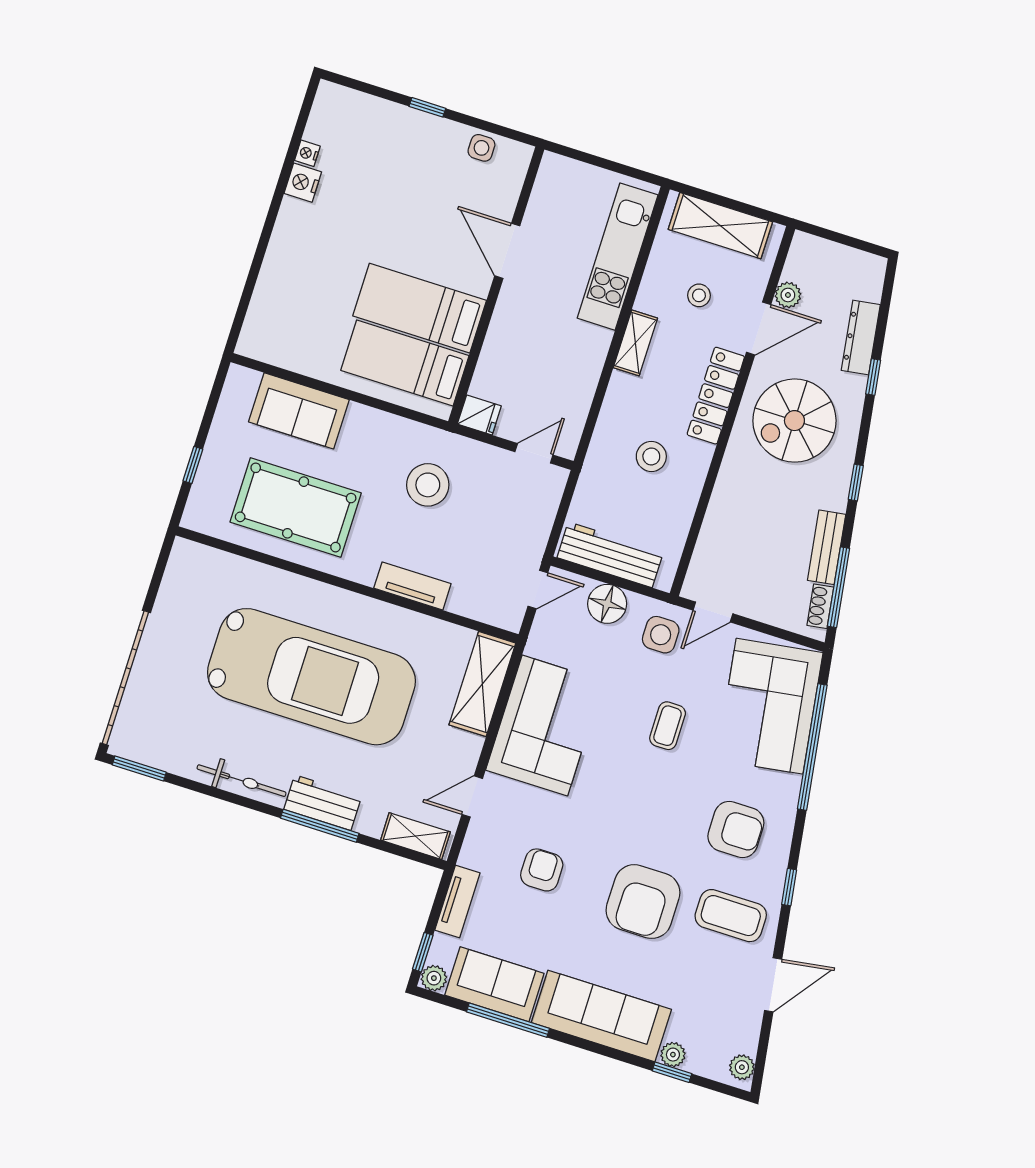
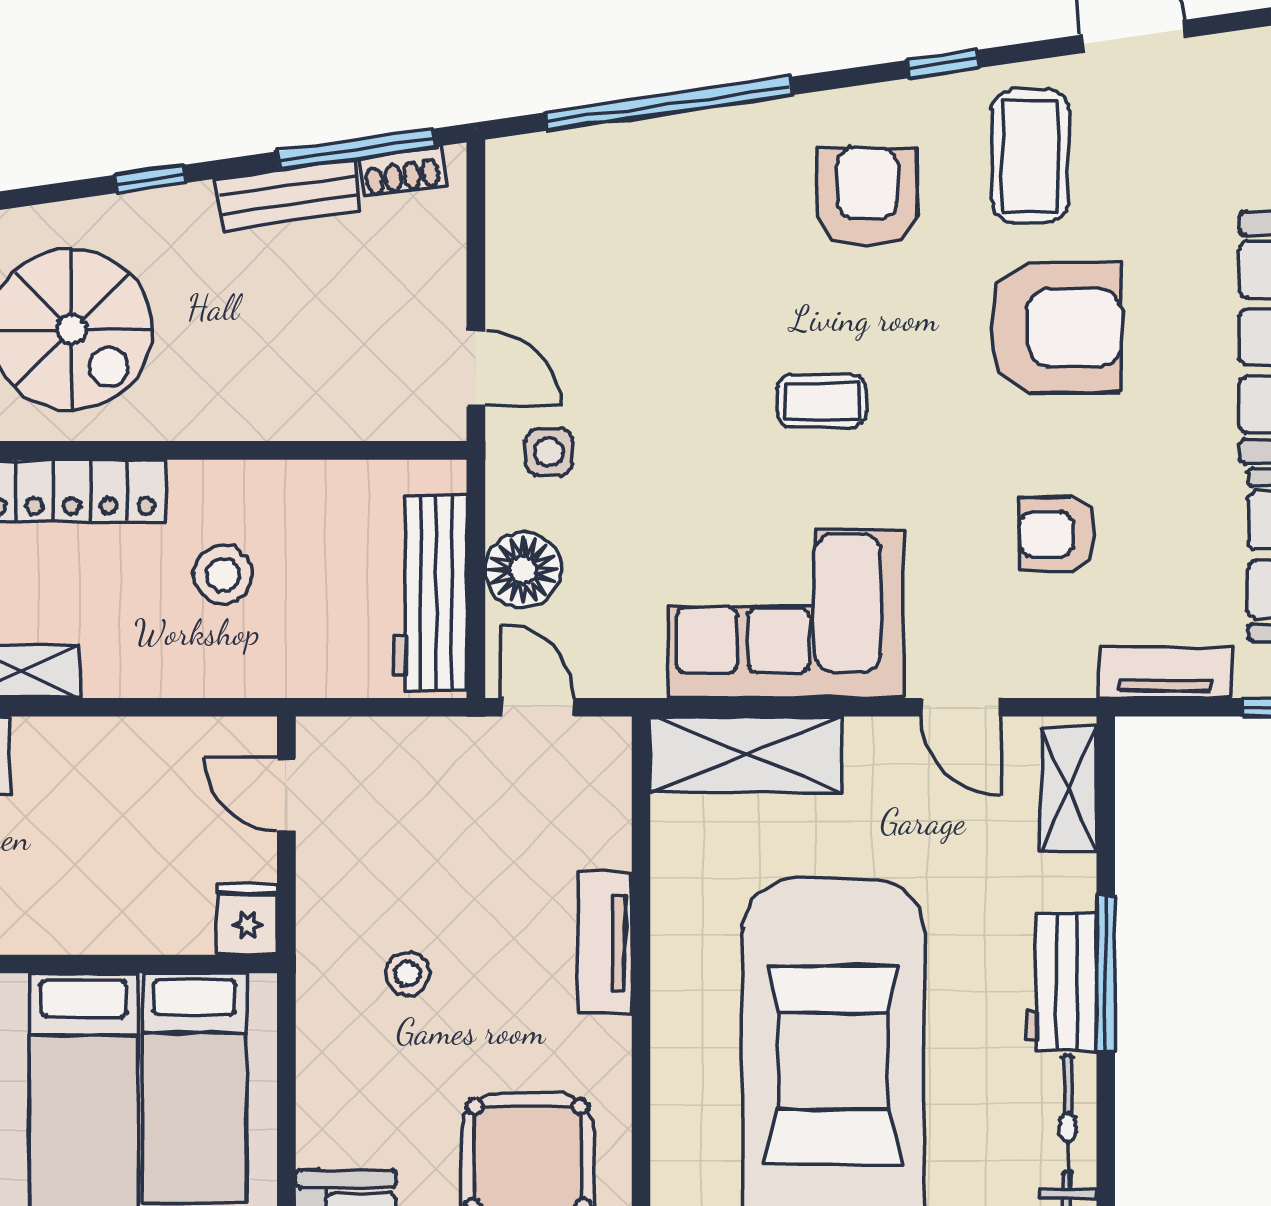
stool: (428, 485) -> (408, 974), width x0.53, depth x0.53
side table: (661, 635) -> (549, 452), width x0.73, depth x0.73
corner sofa: (770, 706) -> (618, 207), removed
coffee table: (668, 726) -> (822, 401), moved

